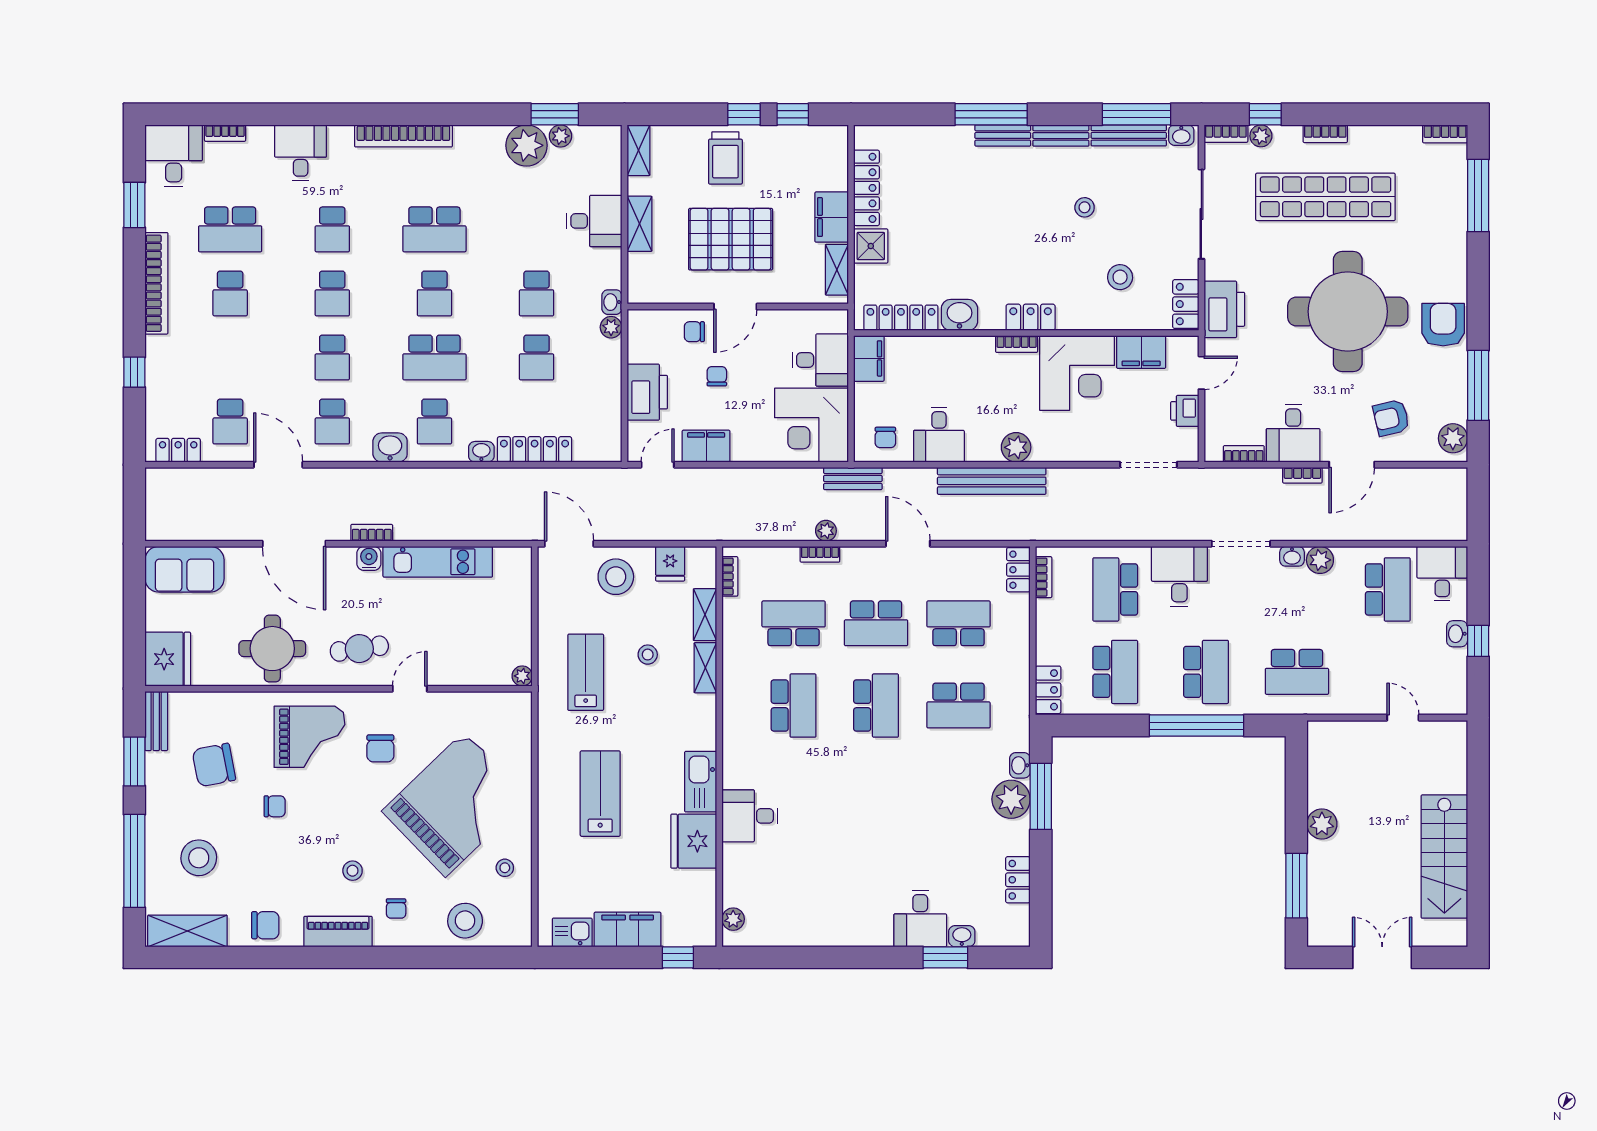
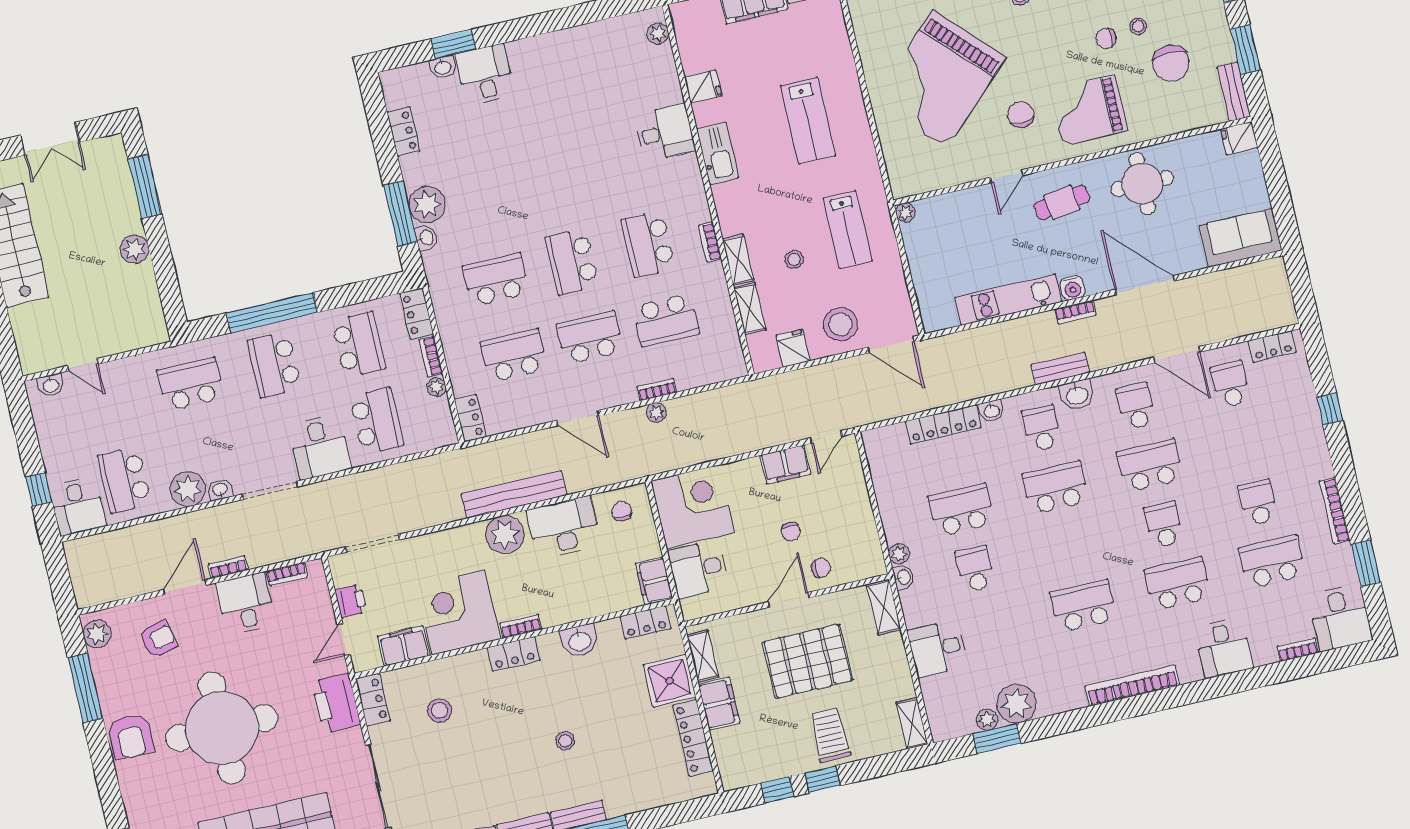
stool: (1085, 207) -> (565, 741), moved
shelving: (639, 224) -> (884, 607), moved
school desk: (332, 229) -> (1178, 584), width x1.85
shower: (871, 246) -> (669, 681), width x1.36, depth x1.36
bookcase: (156, 283) -> (1335, 511), width x0.68, depth x0.76
school desk: (434, 293) -> (1069, 547), removed
locker: (901, 318) -> (645, 623), width x0.66
school desk: (332, 357) -> (1150, 466), width x1.85
school desk: (537, 357) -> (961, 510), width x1.85
printer: (647, 392) -> (851, 502), removed
desk: (939, 435) -> (564, 528), width x1.37
plant: (1016, 447) -> (505, 534), width x1.36, depth x1.36
bench: (853, 478) -> (1060, 369), moved
plant: (1320, 560) -> (188, 489), width x1.36, depth x1.36
bookcase: (730, 576) -> (710, 242), moved
bookcase: (1044, 577) -> (431, 357), moved
plant: (1045, 610) -> (436, 387), added
school desk: (959, 623) -> (514, 356), turned 180
washbasin: (1457, 634) -> (51, 385), moved, turned 90
window: (1478, 641) -> (39, 489), moved
fridge: (168, 659) -> (1239, 138), width x0.53, depth x0.75
school desk: (1115, 672) -> (358, 345), turned 180
chair: (214, 765) -> (1171, 63), turned 101
fridge: (694, 841) -> (703, 87), width x0.53, depth x0.75
stool: (505, 868) -> (1138, 26), moved

